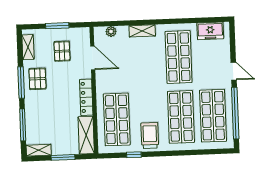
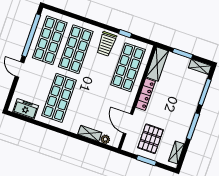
shelving: (142, 31) -> (90, 133), moved
pallet: (62, 51) -> (150, 139), width x1.50, depth x1.42
pallet: (37, 79) -> (179, 124), removed

